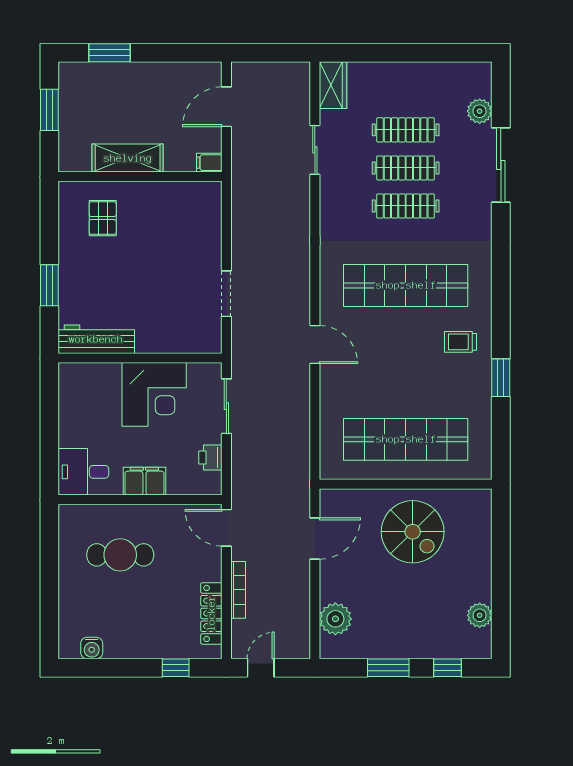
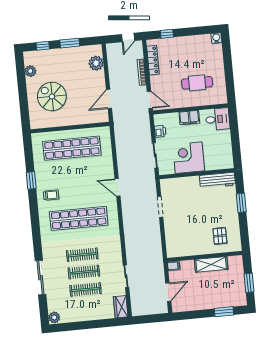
plant: (480, 111) -> (54, 317), moved
spiral stairs: (413, 532) -> (52, 96), moved
water cooler: (92, 648) -> (216, 38), moved

